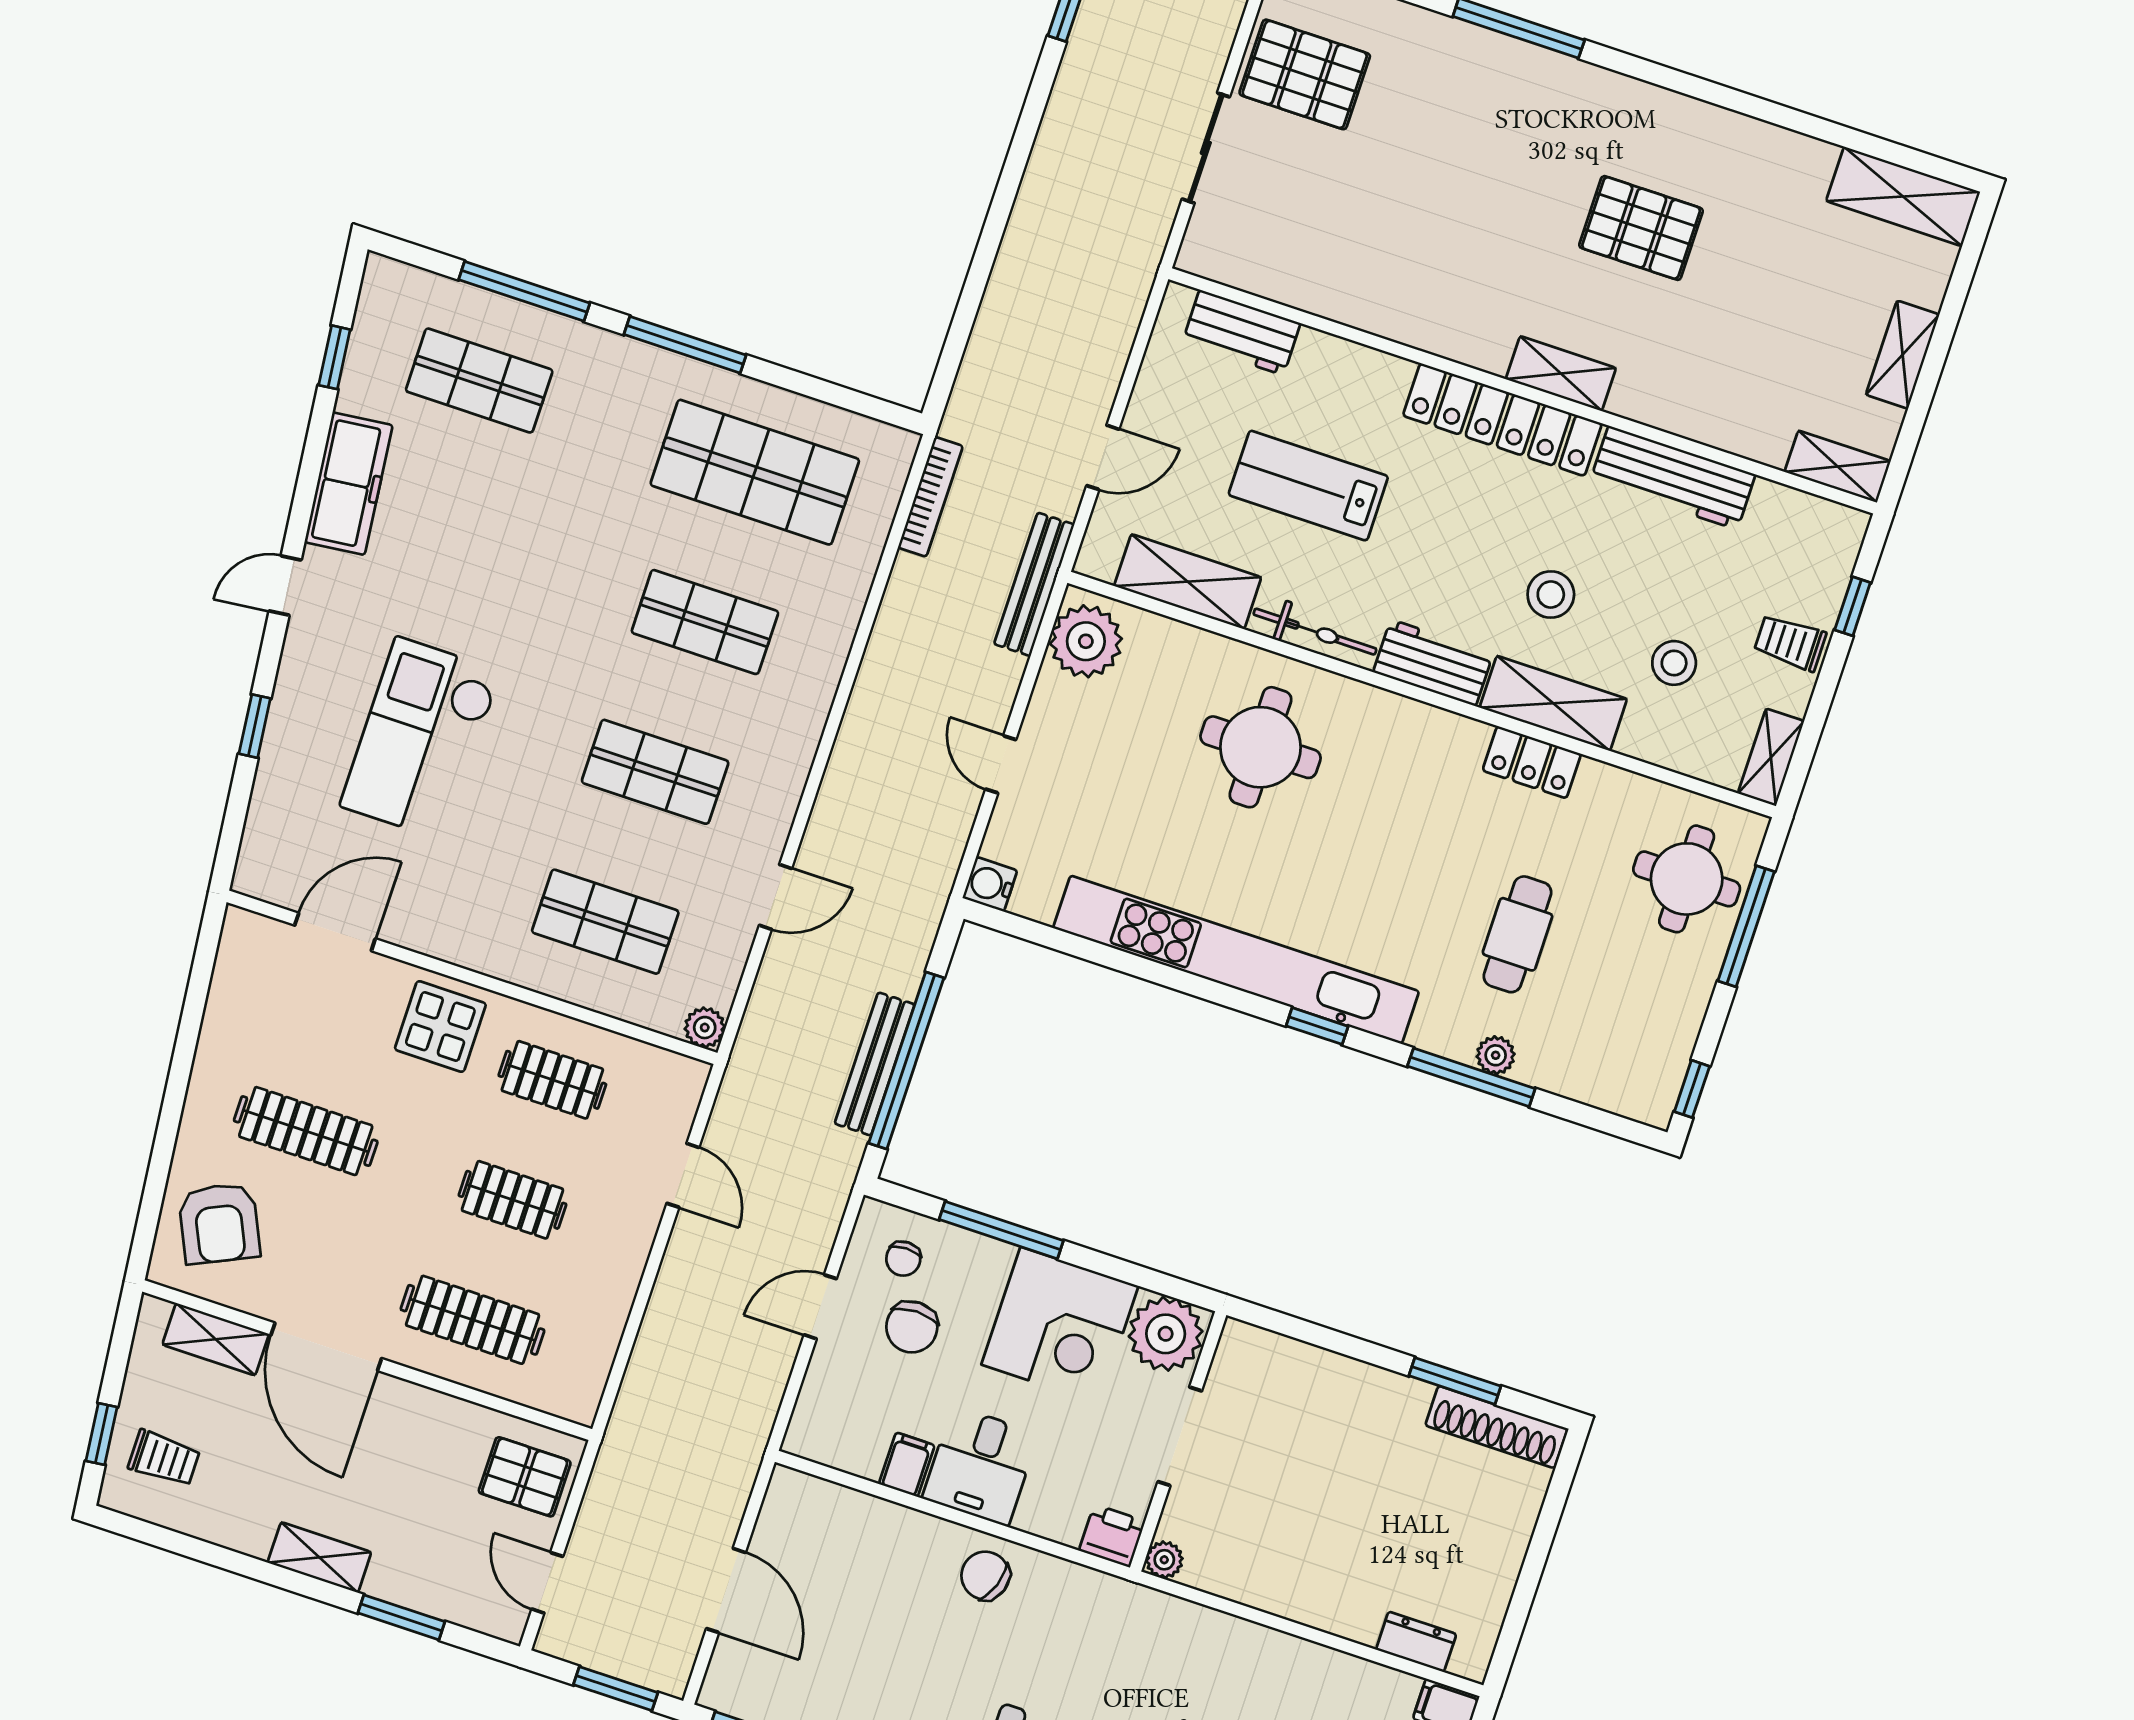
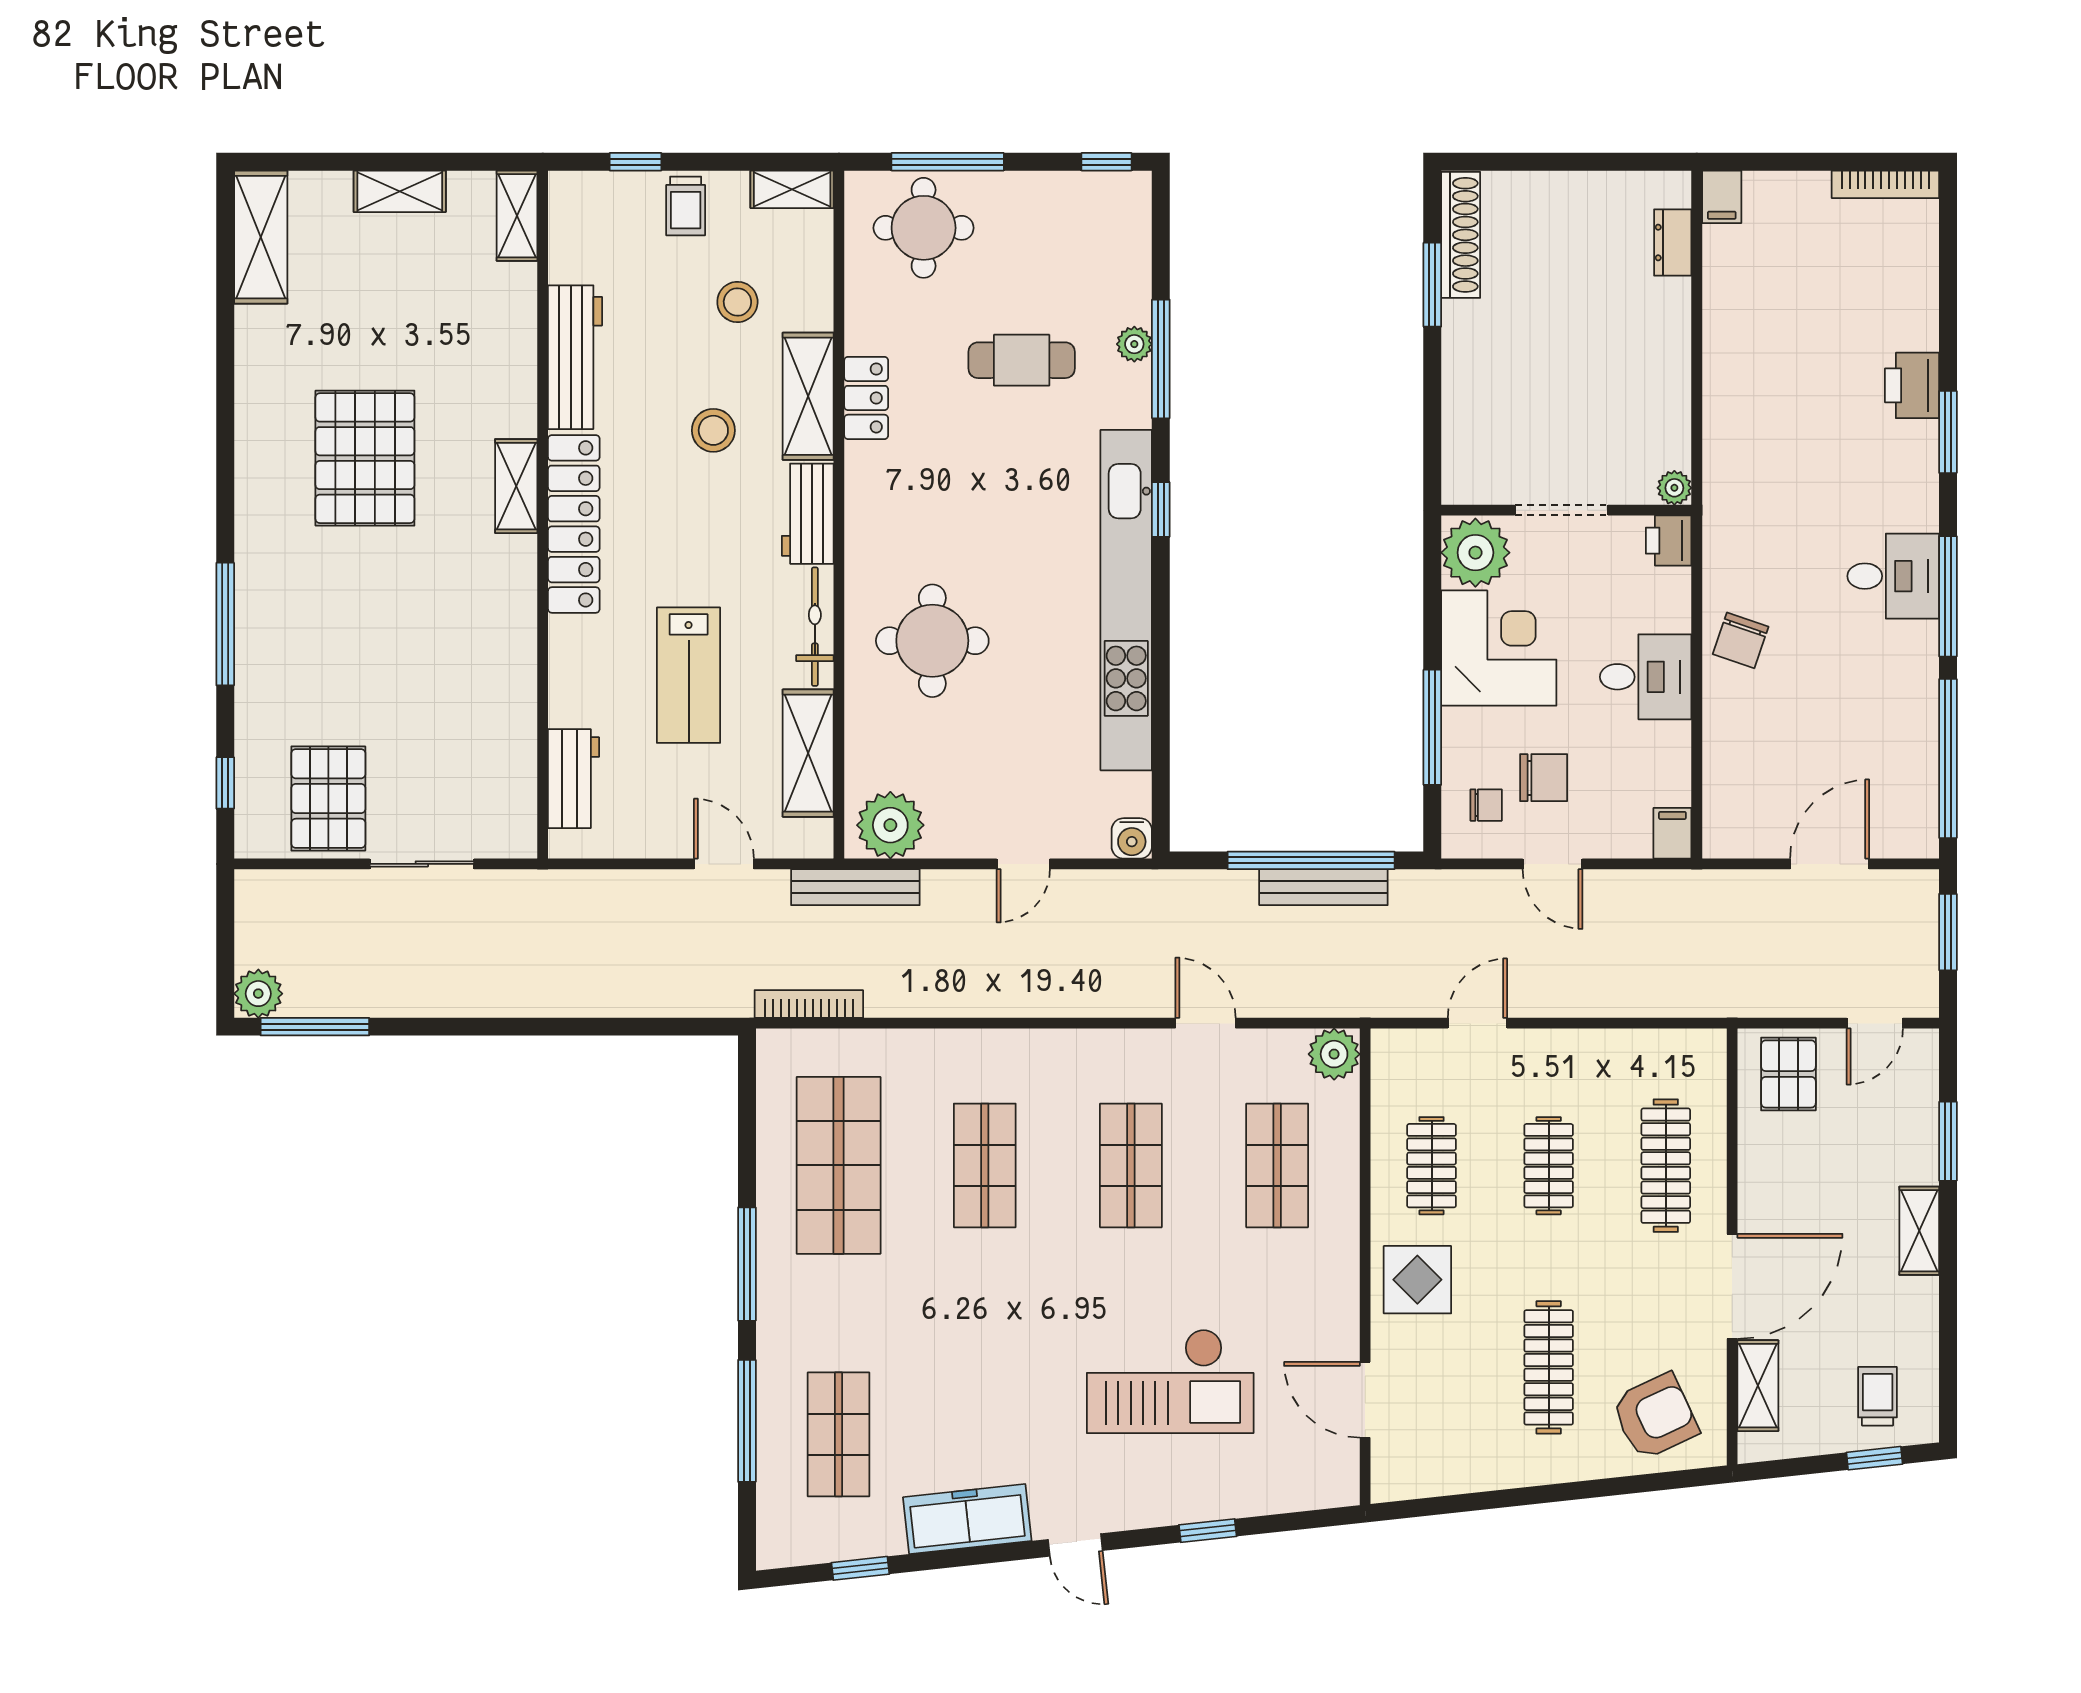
pallet: (1641, 228) -> (365, 458), width x1.37, depth x1.41
plant: (705, 1028) -> (1334, 1054), width x1.38, depth x1.38
filing cabinet: (907, 1465) -> (1672, 833), moved, turned 90

